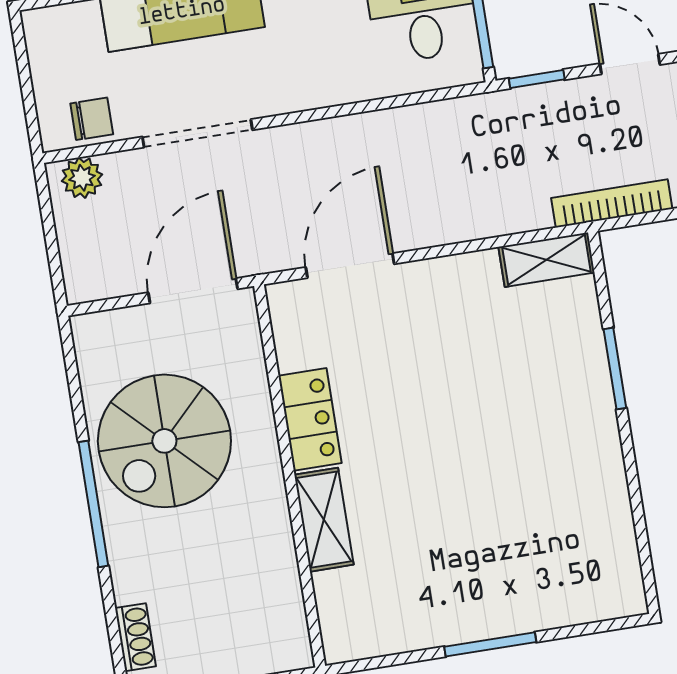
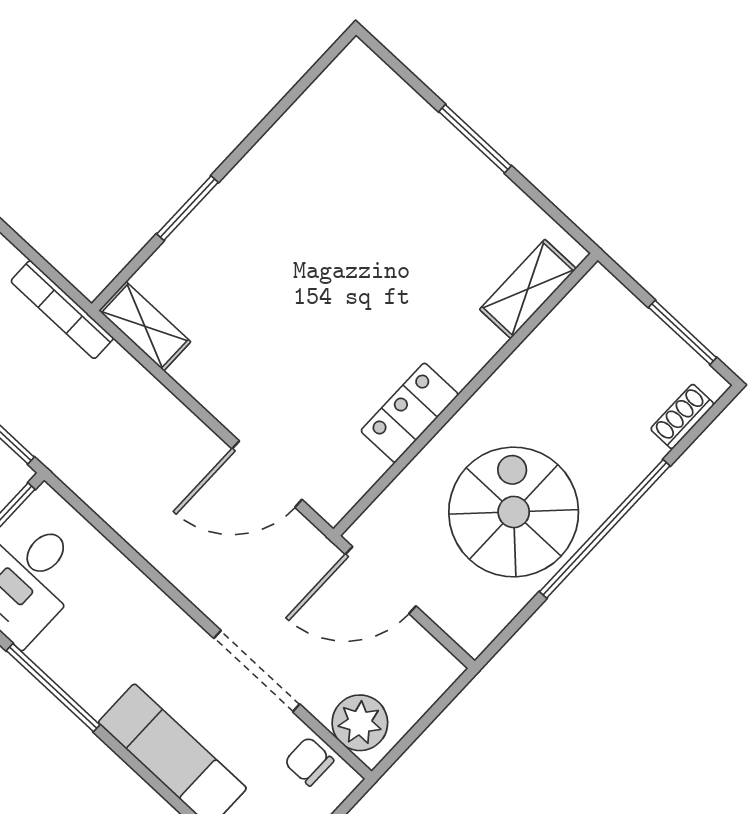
plant: (82, 178) -> (360, 723), width x1.38, depth x1.38
spiral stairs: (164, 441) -> (514, 512), turned -90
window: (93, 504) -> (605, 529), width x1.46
shelving: (324, 520) -> (528, 289), moved

